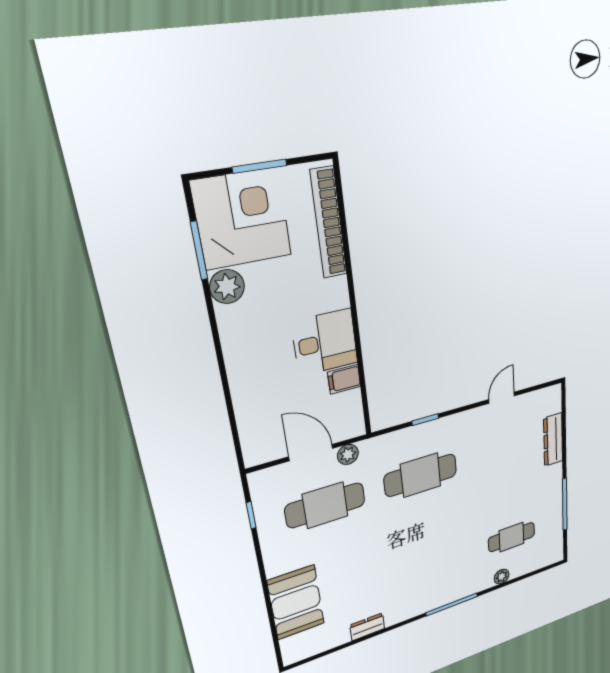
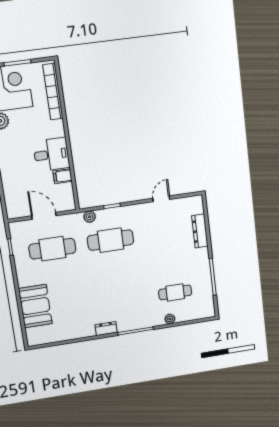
plant: (348, 454) -> (90, 217), moved
dresser: (367, 627) -> (106, 329), moved

